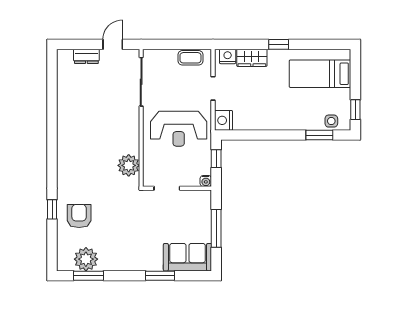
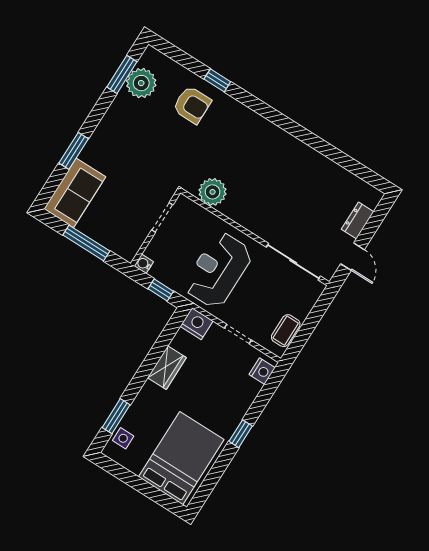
wardrobe: (252, 58) -> (167, 368), moved, turned 180
bed: (320, 74) -> (181, 458), width x1.50
window: (355, 110) -> (119, 472), removed

